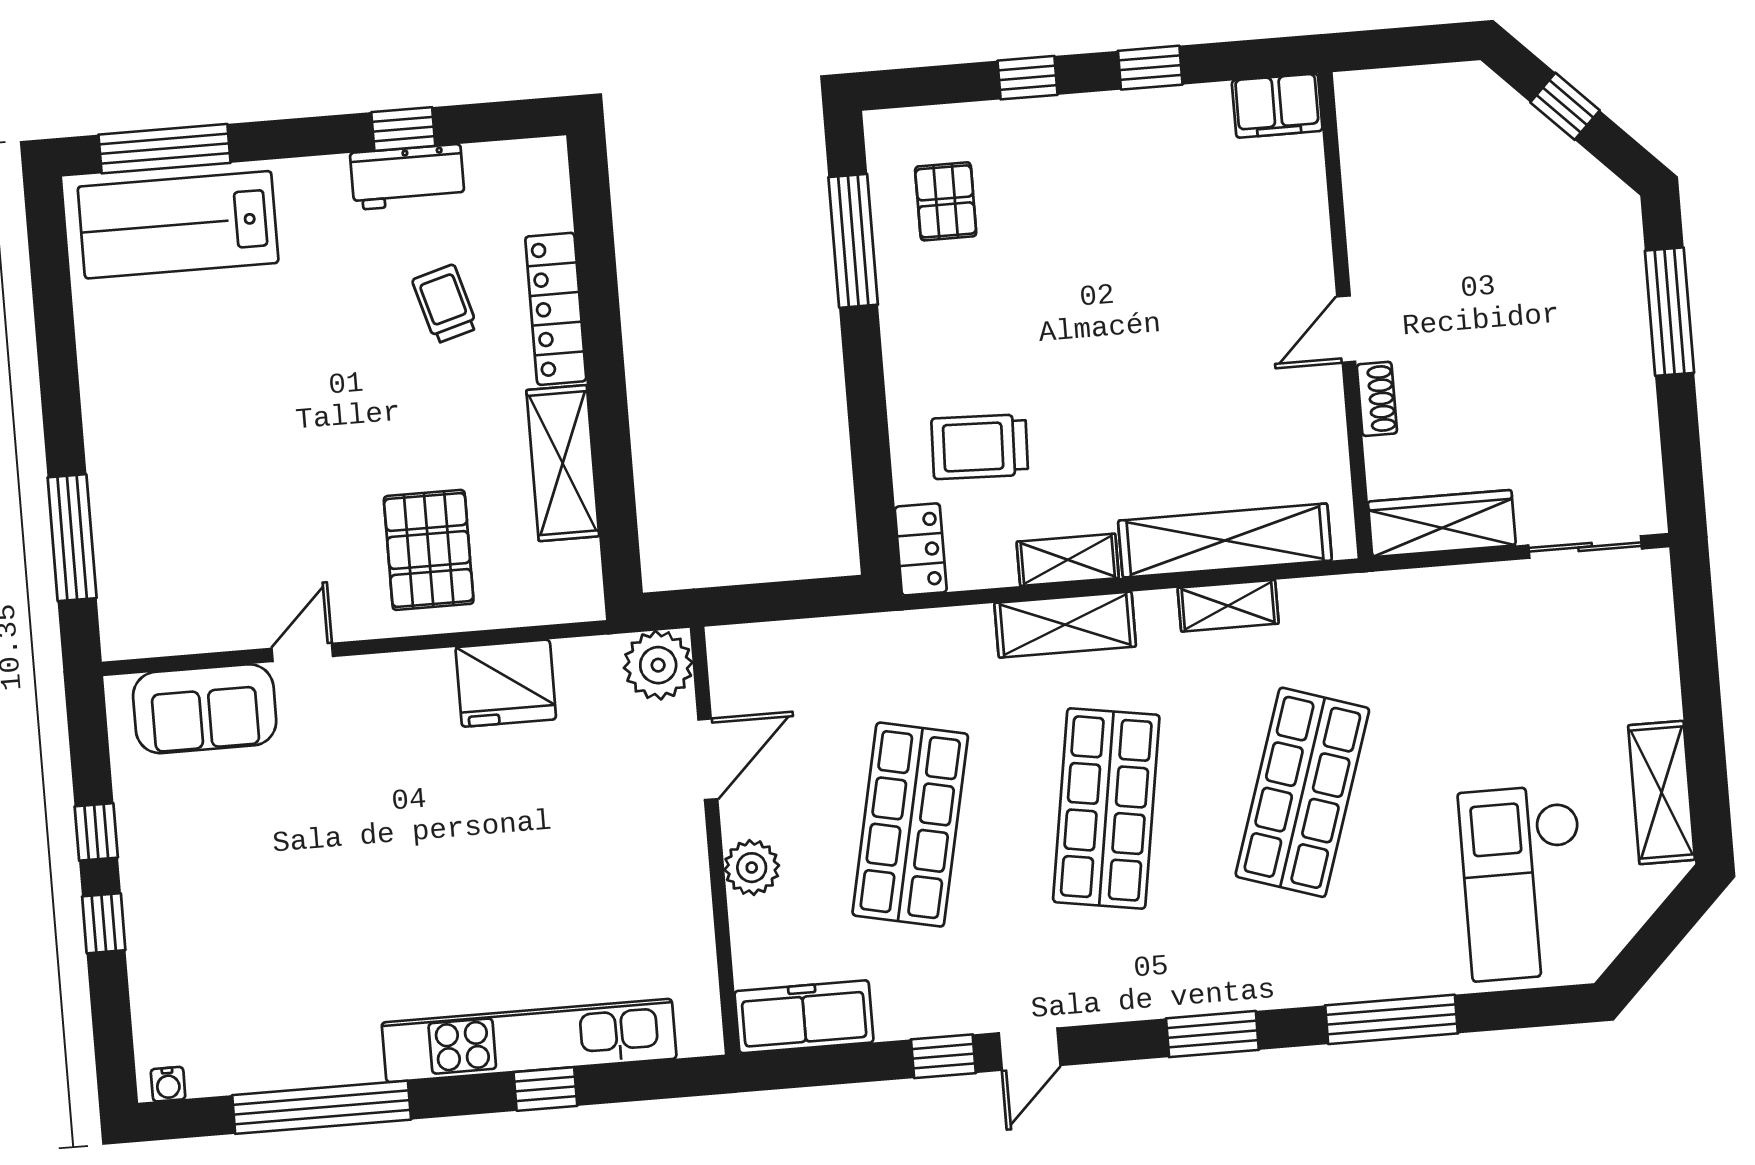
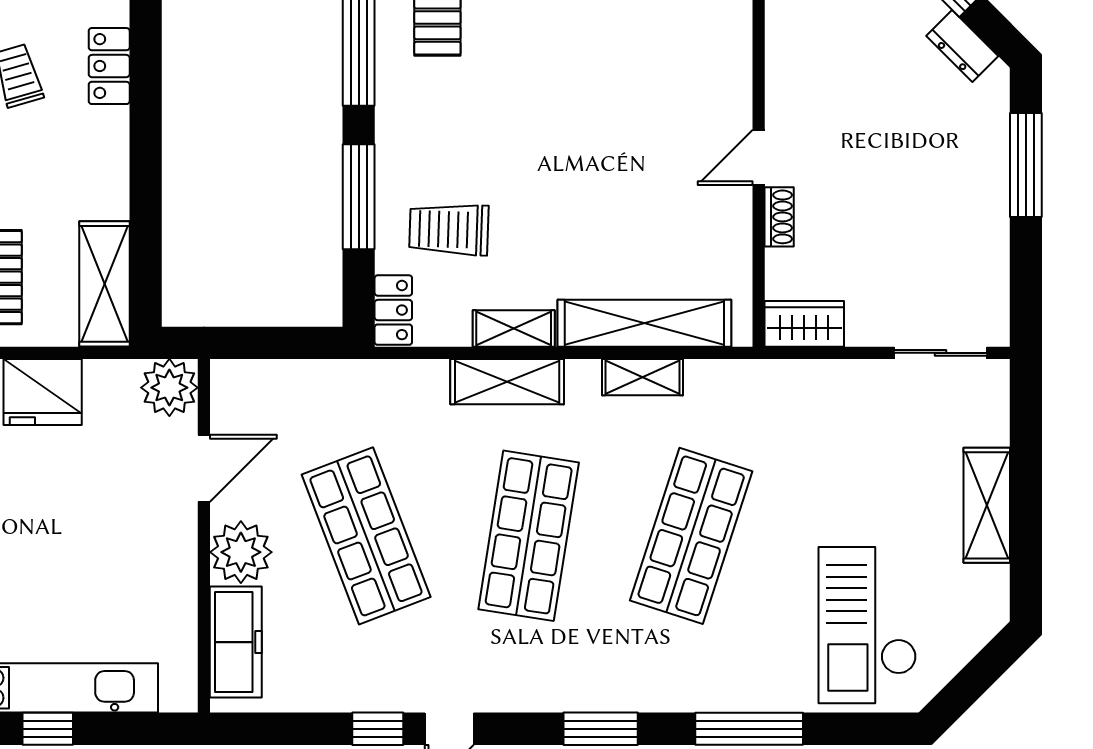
dresser: (1581, 174) -> (962, 46), added
locker: (556, 309) -> (109, 66), width x0.66
window: (868, 416) -> (359, 197), added
shelving: (563, 463) -> (104, 284), moved
wardrobe: (1442, 523) -> (804, 324), width x0.67
shelving: (1662, 793) -> (987, 505), moved
shop shelf: (910, 825) -> (366, 536), turned -33
plant: (752, 868) -> (241, 552), width x1.36, depth x1.36
freezer: (804, 1017) -> (236, 642), moved, turned 90

